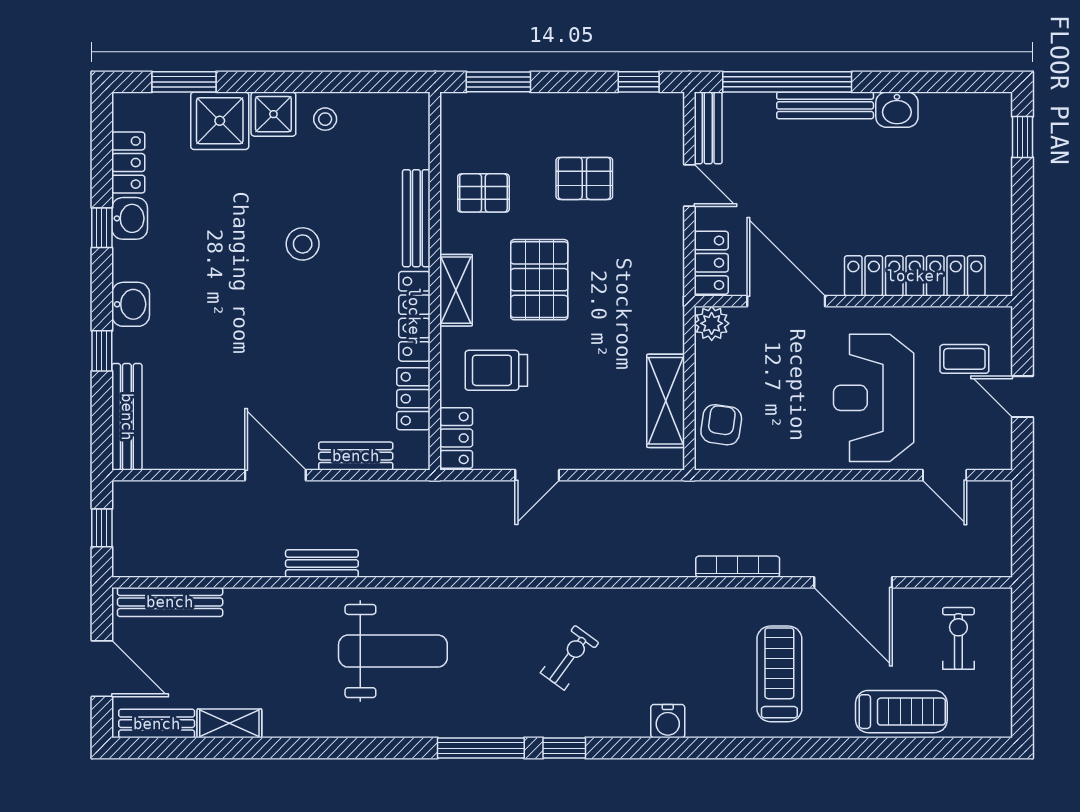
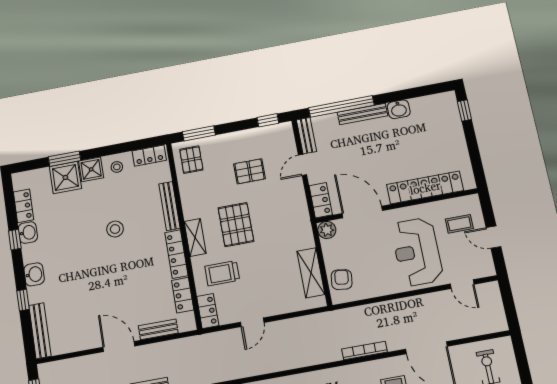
window: (184, 82) -> (65, 159), moved
locker: (393, 108) -> (149, 156), added
door: (689, 186) -> (303, 165), swing flipped
pallet: (483, 193) -> (191, 160), moved, turned 90

